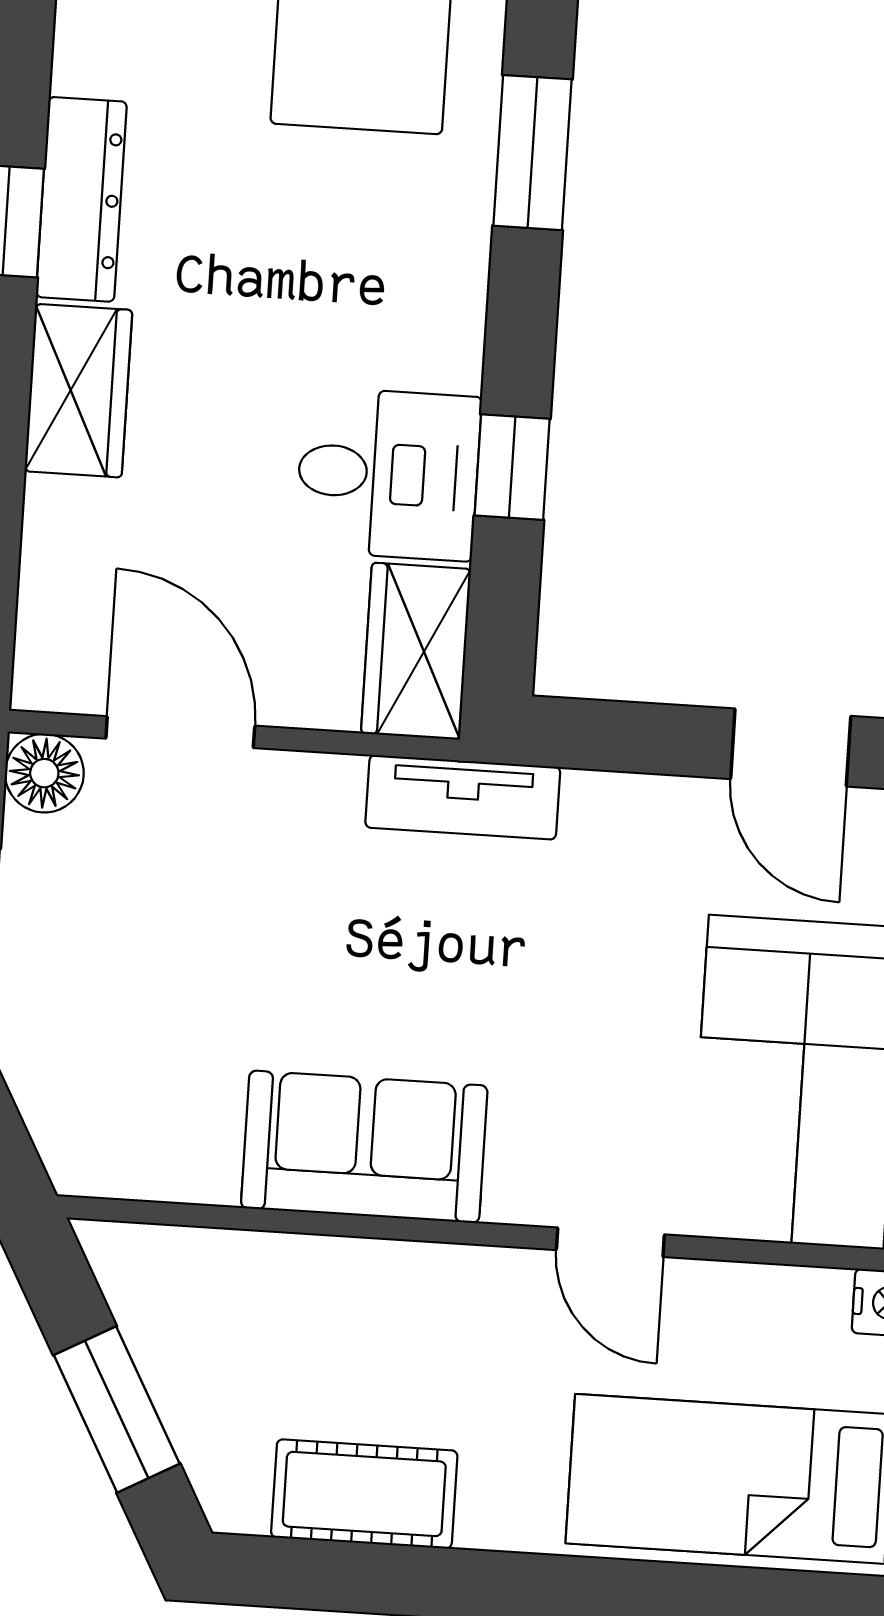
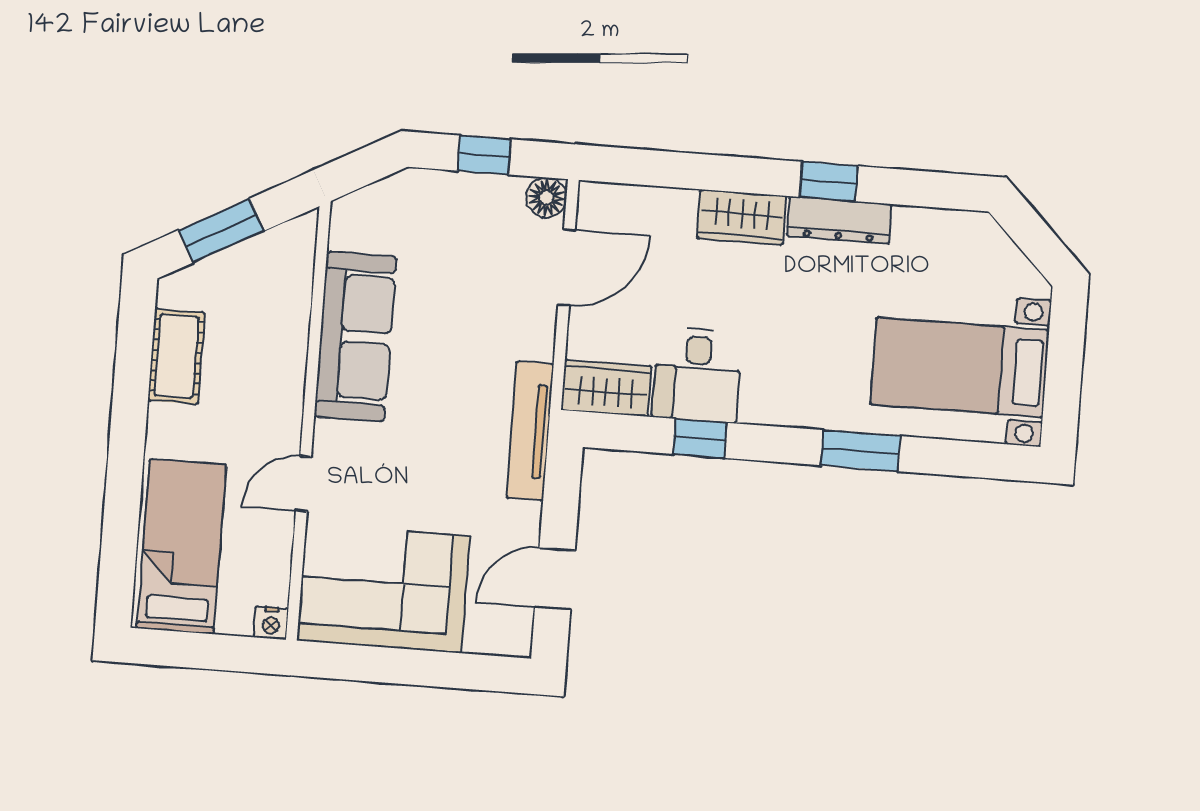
tv unit: (463, 797) -> (530, 431), width x1.41
sofa: (364, 1147) -> (355, 337), width x1.36

